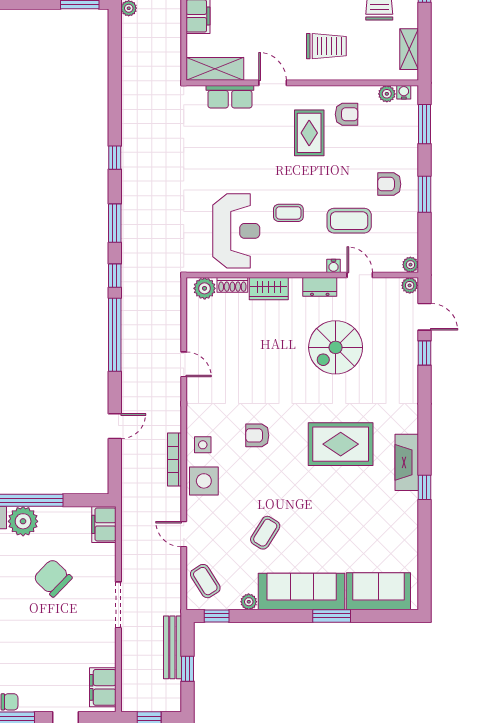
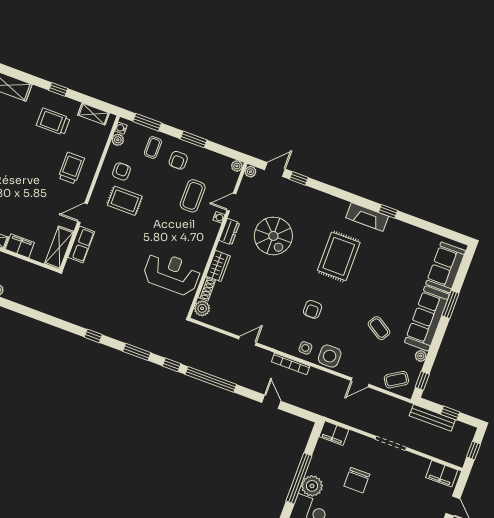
coffee table: (288, 213) -> (153, 147), moved
bookcase: (174, 460) -> (291, 364), moved
chair: (53, 578) -> (357, 480), turned -44

